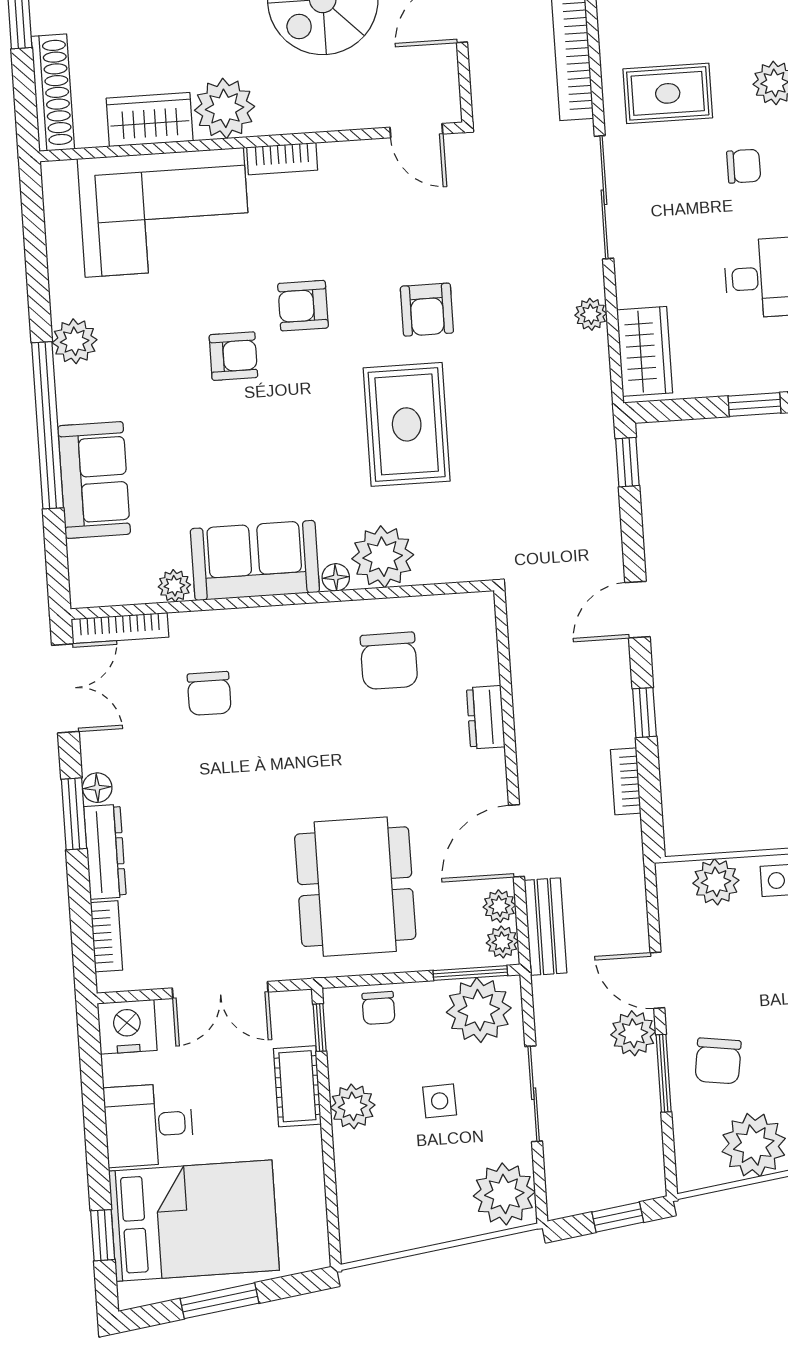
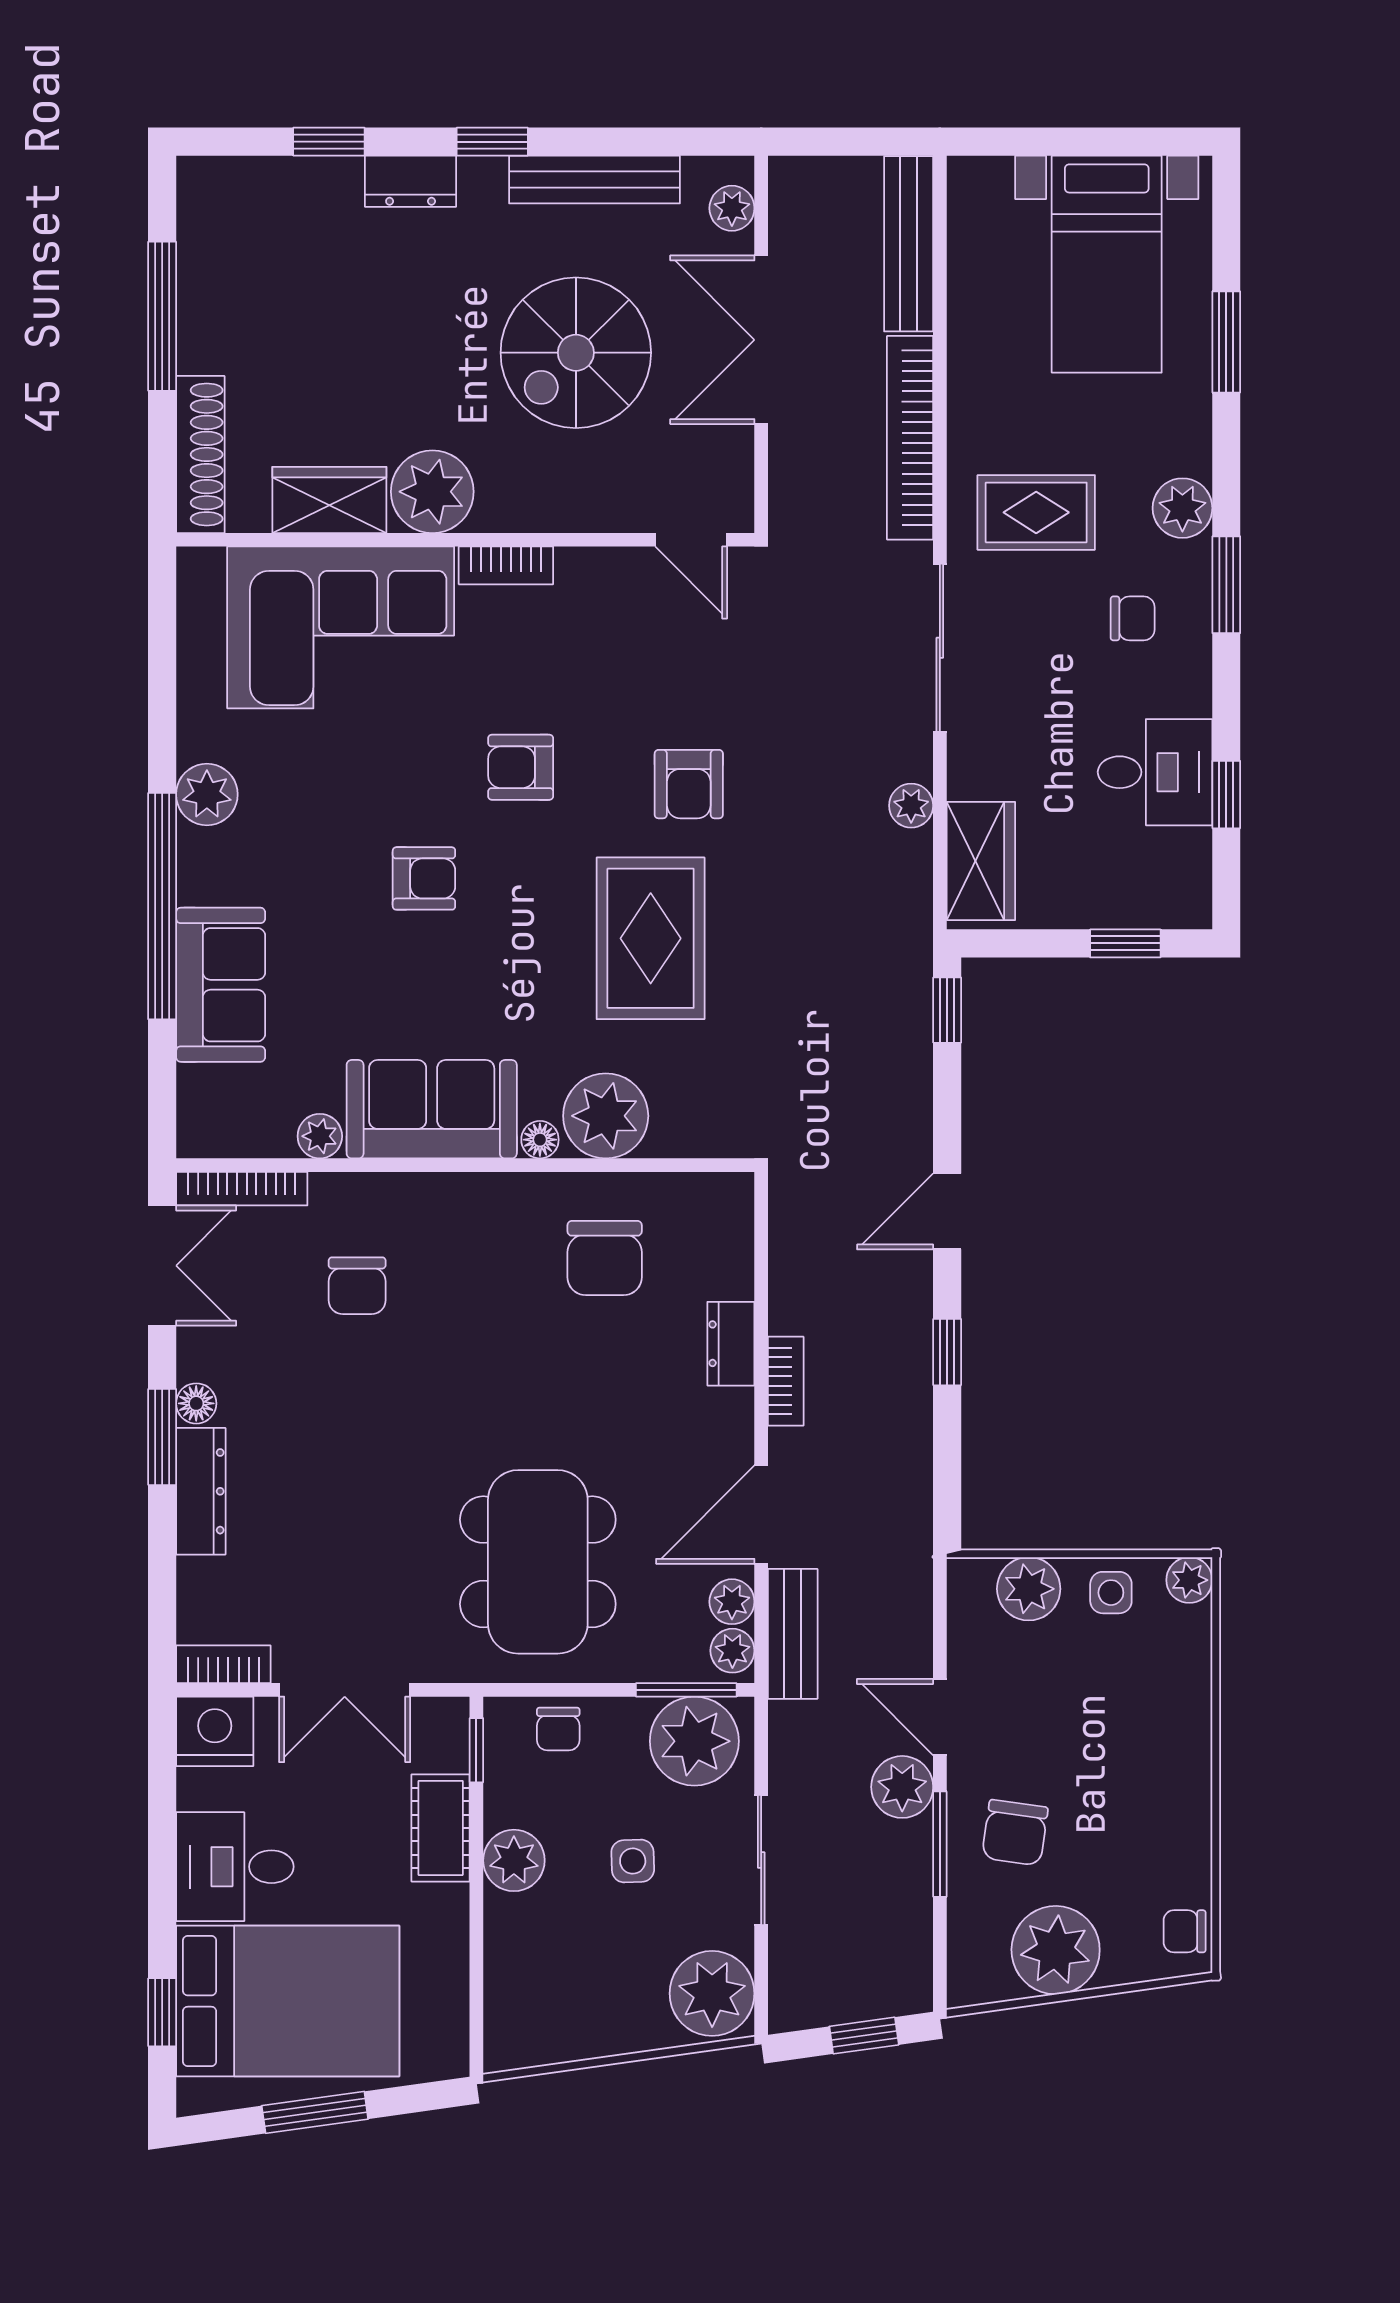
armchair: (233, 356) -> (424, 878), moved
bookcase: (626, 781) -> (786, 1381), moved, turned 180
bookcase: (106, 936) -> (223, 1664), moved, turned -90

